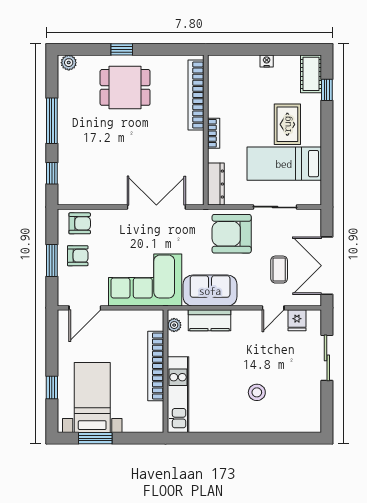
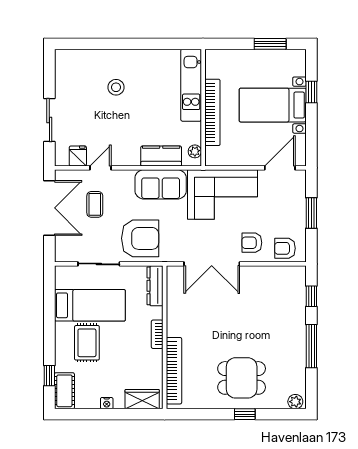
wardrobe: (229, 65) -> (142, 399), added
armchair: (78, 256) -> (252, 243), moved
bed with nightstands: (92, 397) -> (273, 105), moved, turned 90

